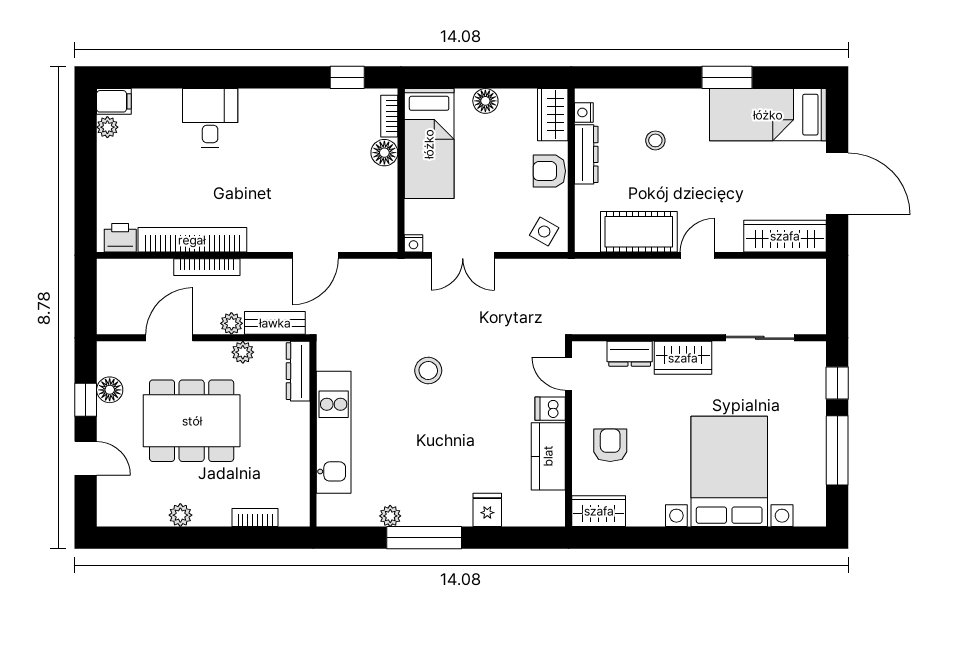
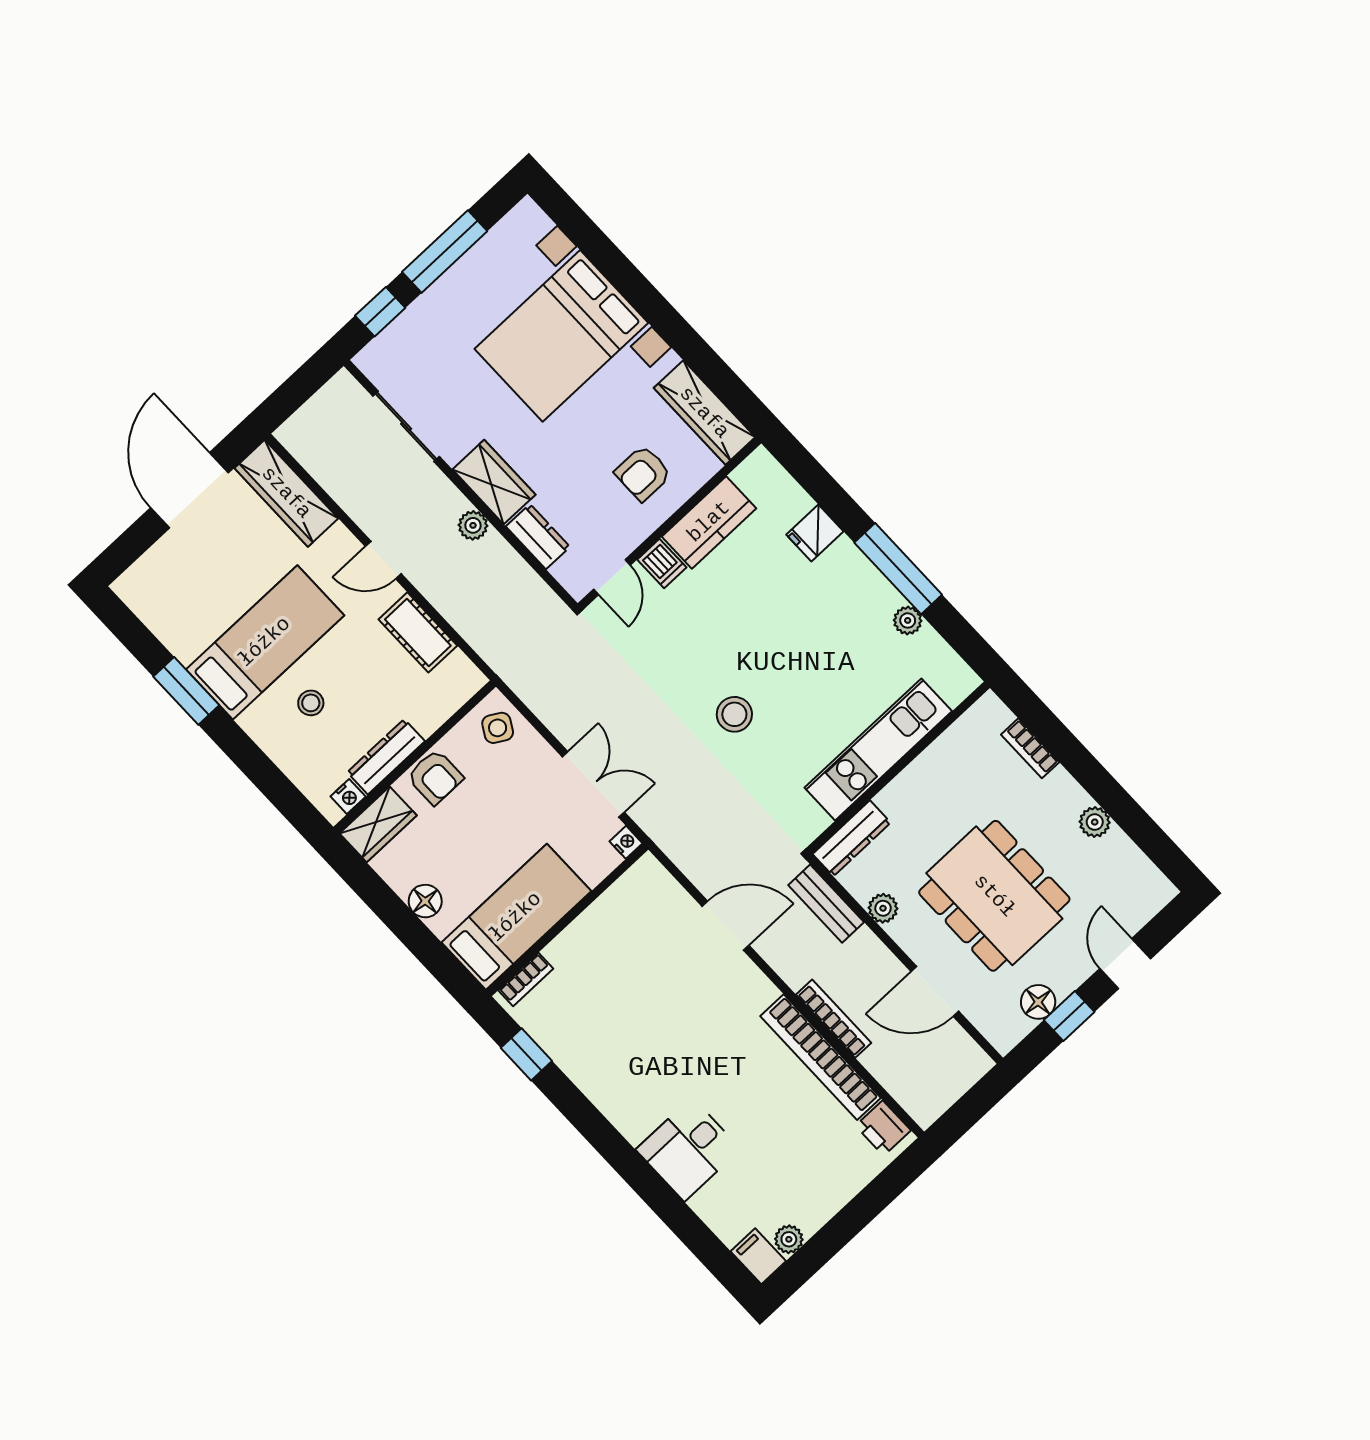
bed: (768, 115) -> (265, 642), moved, turned -90
floor lamp: (384, 153) -> (565, 951), removed
cot: (639, 232) -> (418, 632), width x0.73, depth x0.75
plant: (231, 323) -> (473, 525), moved
wardrobe: (599, 511) -> (704, 413), width x1.50

